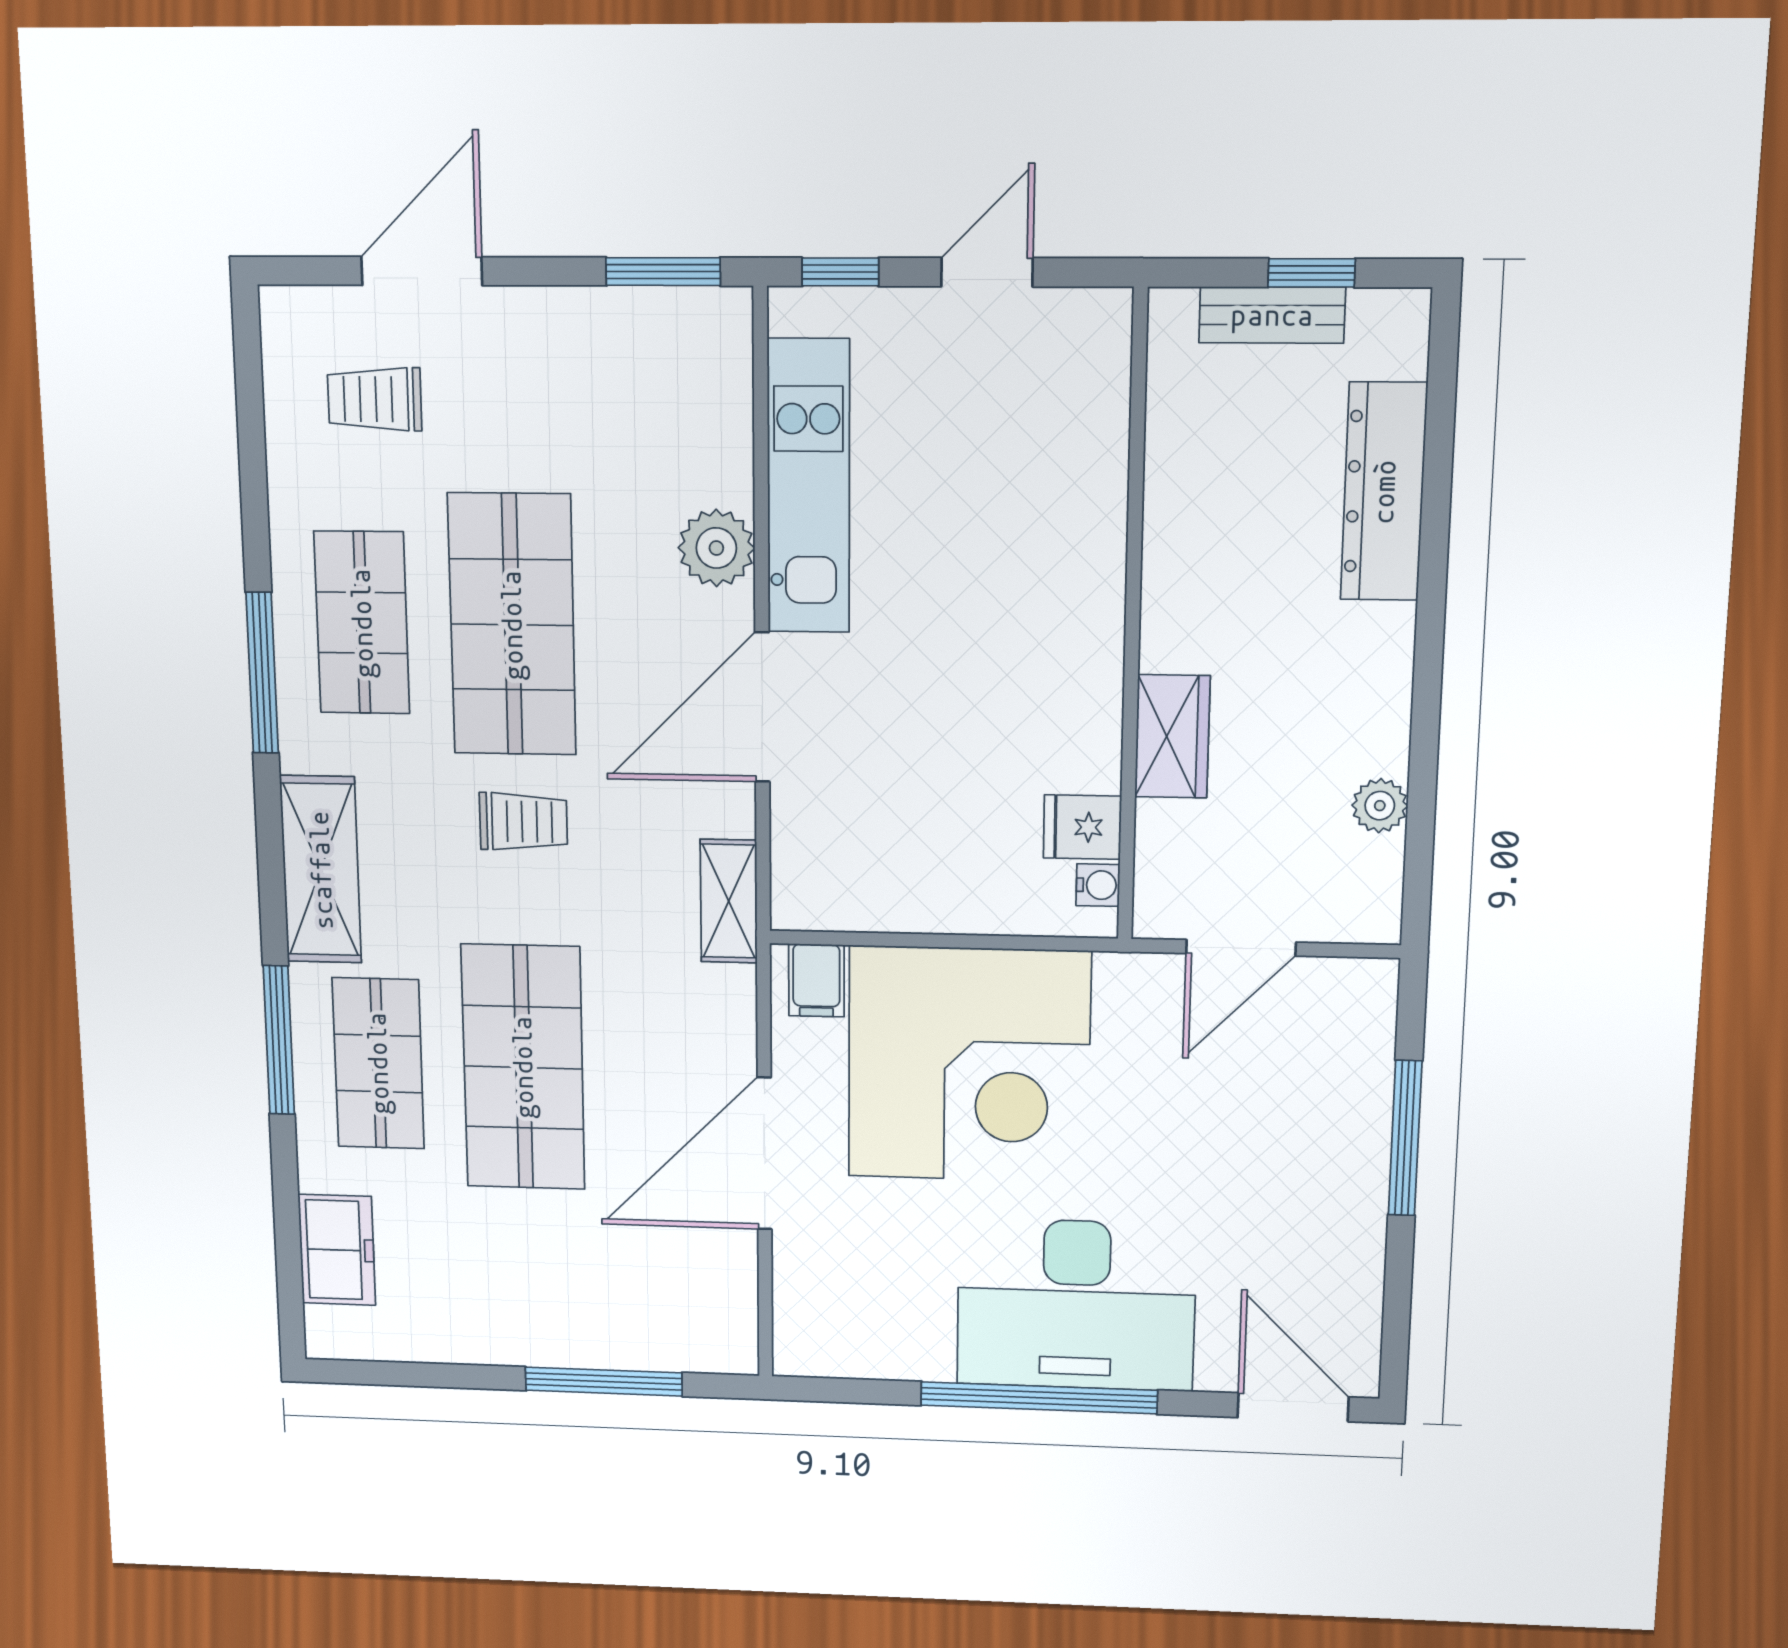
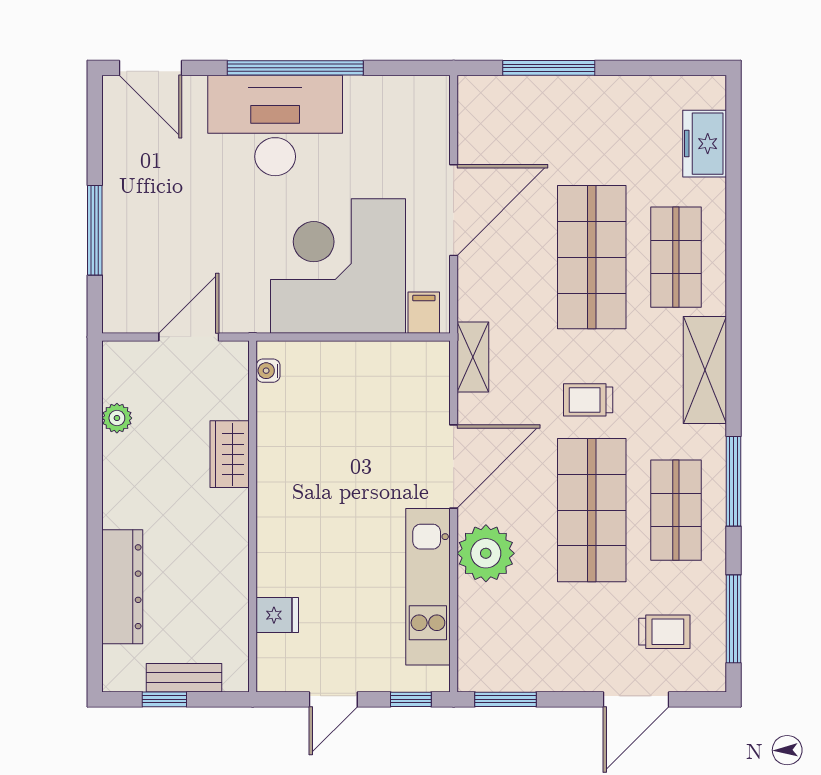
plant: (716, 548) -> (486, 553), width x1.36, depth x1.36
fridge: (1082, 827) -> (277, 615), moved
window: (279, 1040) -> (734, 619), moved

